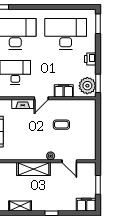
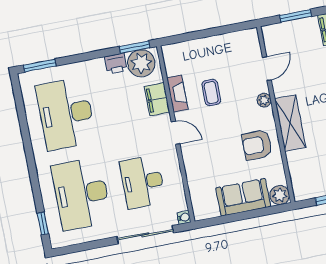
printer: (90, 59) -> (116, 64), moved
fireplace: (23, 104) -> (177, 94), moved
armchair: (24, 146) -> (257, 145), added

